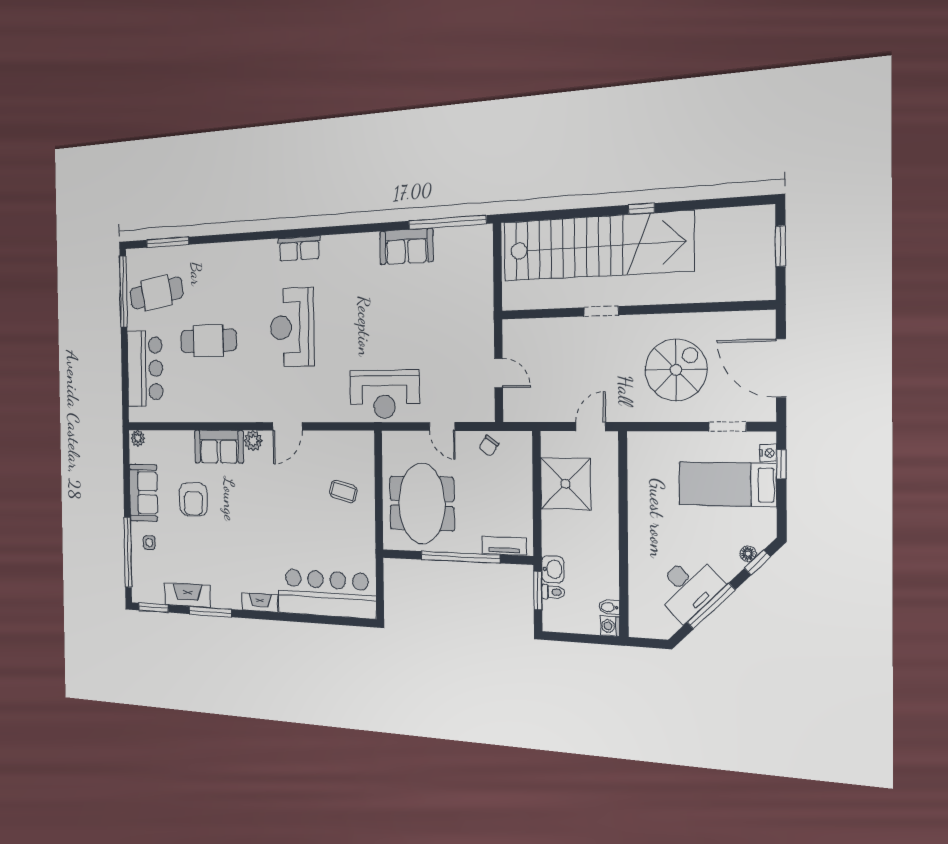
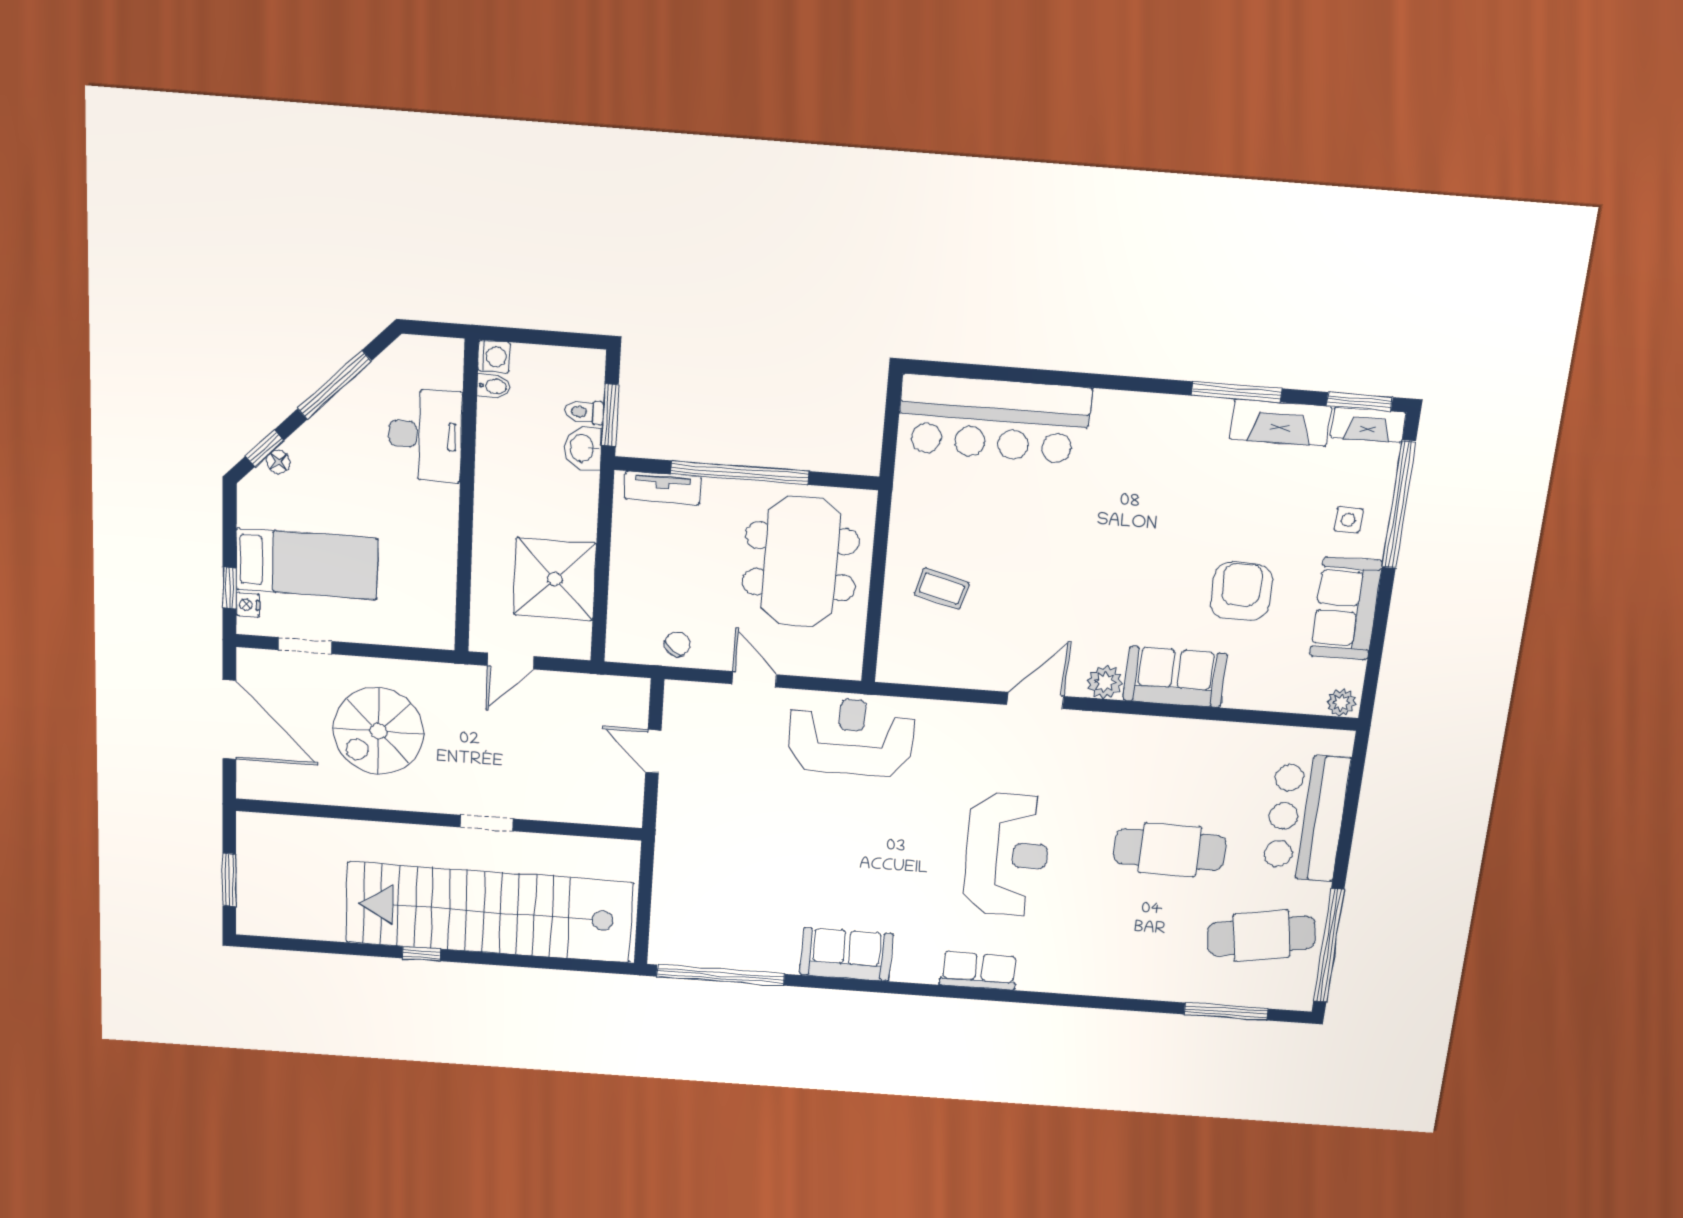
sofa: (406, 246) -> (846, 954), moved
desk: (688, 587) -> (425, 435), moved, turned 135
fireplace: (260, 603) -> (1368, 425), moved

